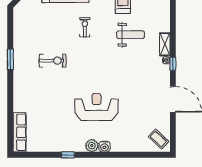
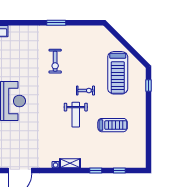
weight bench: (130, 35) -> (76, 115), moved
window: (173, 64) -> (96, 170), moved

